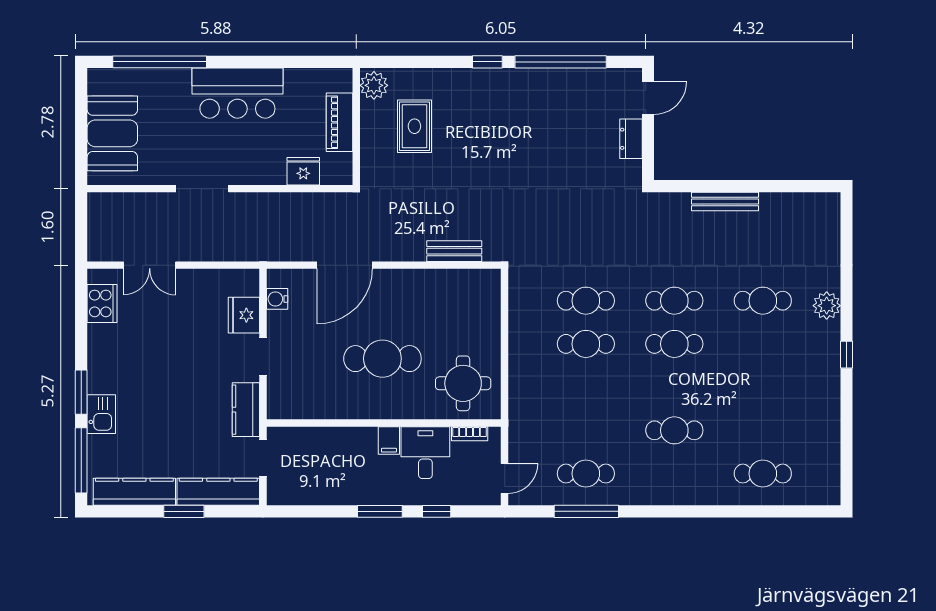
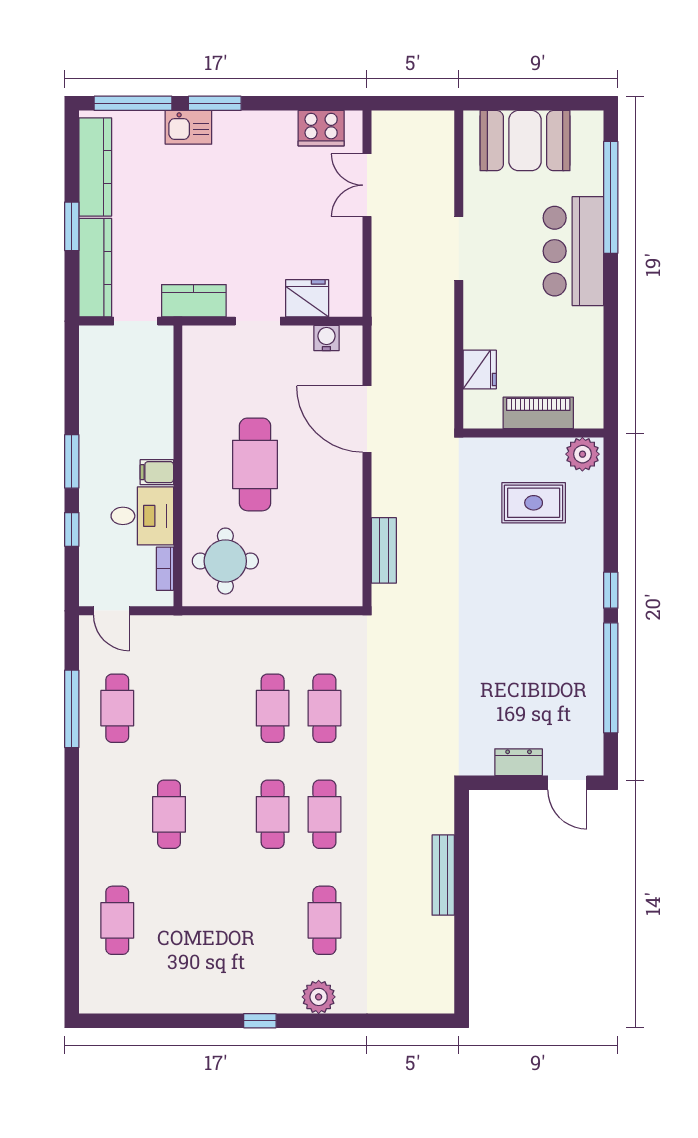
bar counter: (237, 93) -> (573, 251), moved

